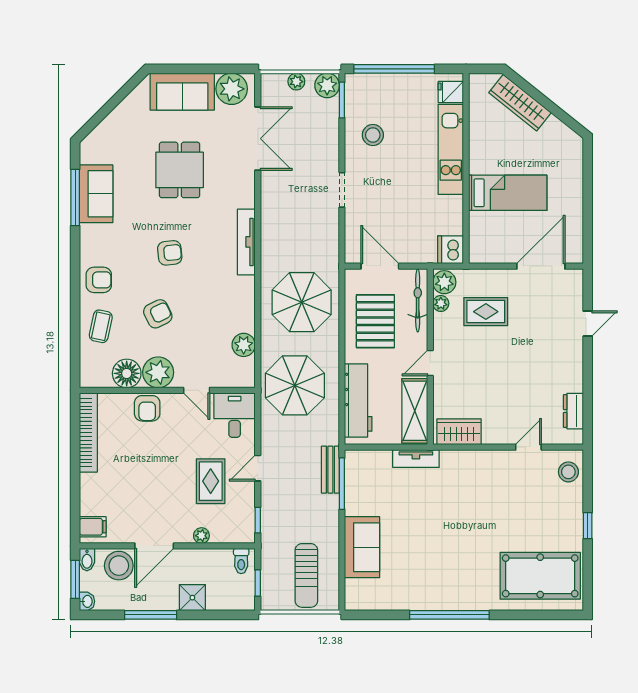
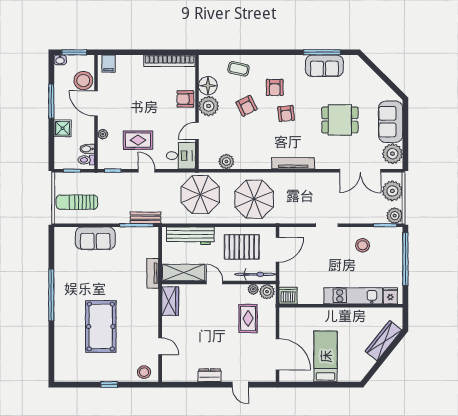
plant: (296, 82) -> (392, 191), width x1.87, depth x1.87
bed: (508, 193) -> (326, 356), moved, turned 180
armchair: (99, 280) -> (275, 88), moved
dresser: (573, 411) -> (210, 375), moved
bidet: (87, 560) -> (87, 149), moved
pool table: (540, 576) -> (101, 327), moved

